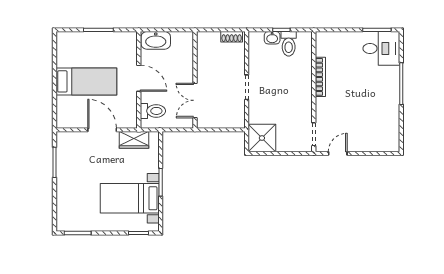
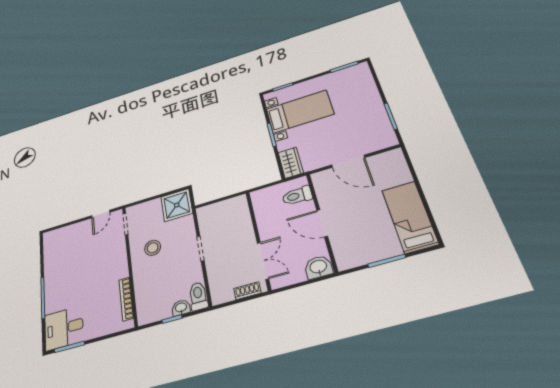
shoe rack: (232, 37) -> (247, 291), moved
washbasin: (156, 40) -> (318, 267), width x0.72
toilet: (289, 44) -> (198, 296), moved
bookcase: (320, 77) -> (126, 299), moved
bed: (86, 81) -> (410, 217), moved, turned 90
double door: (195, 100) -> (263, 261), moved
stool: (290, 102) -> (153, 248), added
wardrobe: (134, 140) -> (291, 163), moved, turned 90

